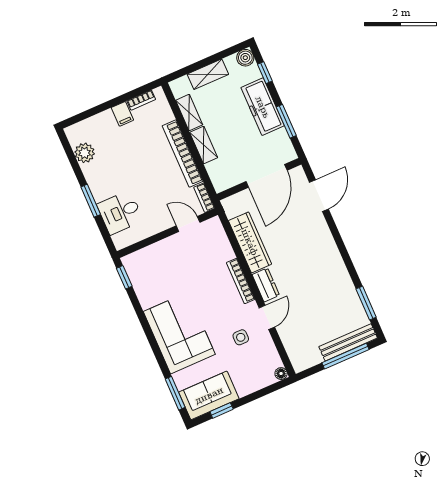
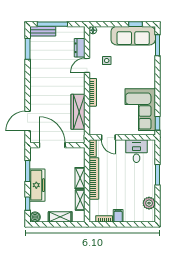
door: (267, 176) -> (52, 145), hinge flipped
desk: (120, 212) -> (136, 151), moved, turned -90
dresser: (266, 285) -> (80, 48), moved
corner sofa: (179, 333) -> (140, 110), moved
bench: (348, 342) -> (43, 31), width x0.73
sofa: (209, 395) -> (133, 36), width x1.36

